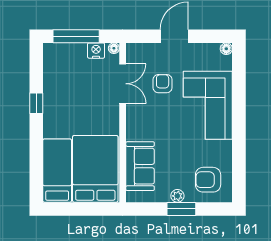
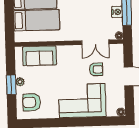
nightstand: (96, 51) -> (117, 12), moved
bed: (95, 169) -> (37, 20), width x0.67
armchair: (208, 180) -> (32, 102), turned -90

